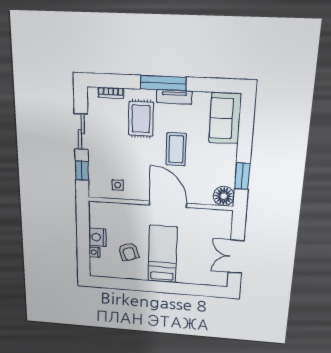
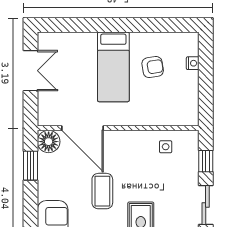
door: (168, 204) -> (82, 128), moved
nightstand: (98, 237) -> (189, 82), removed
armchair: (129, 252) -> (153, 67), turned 99

